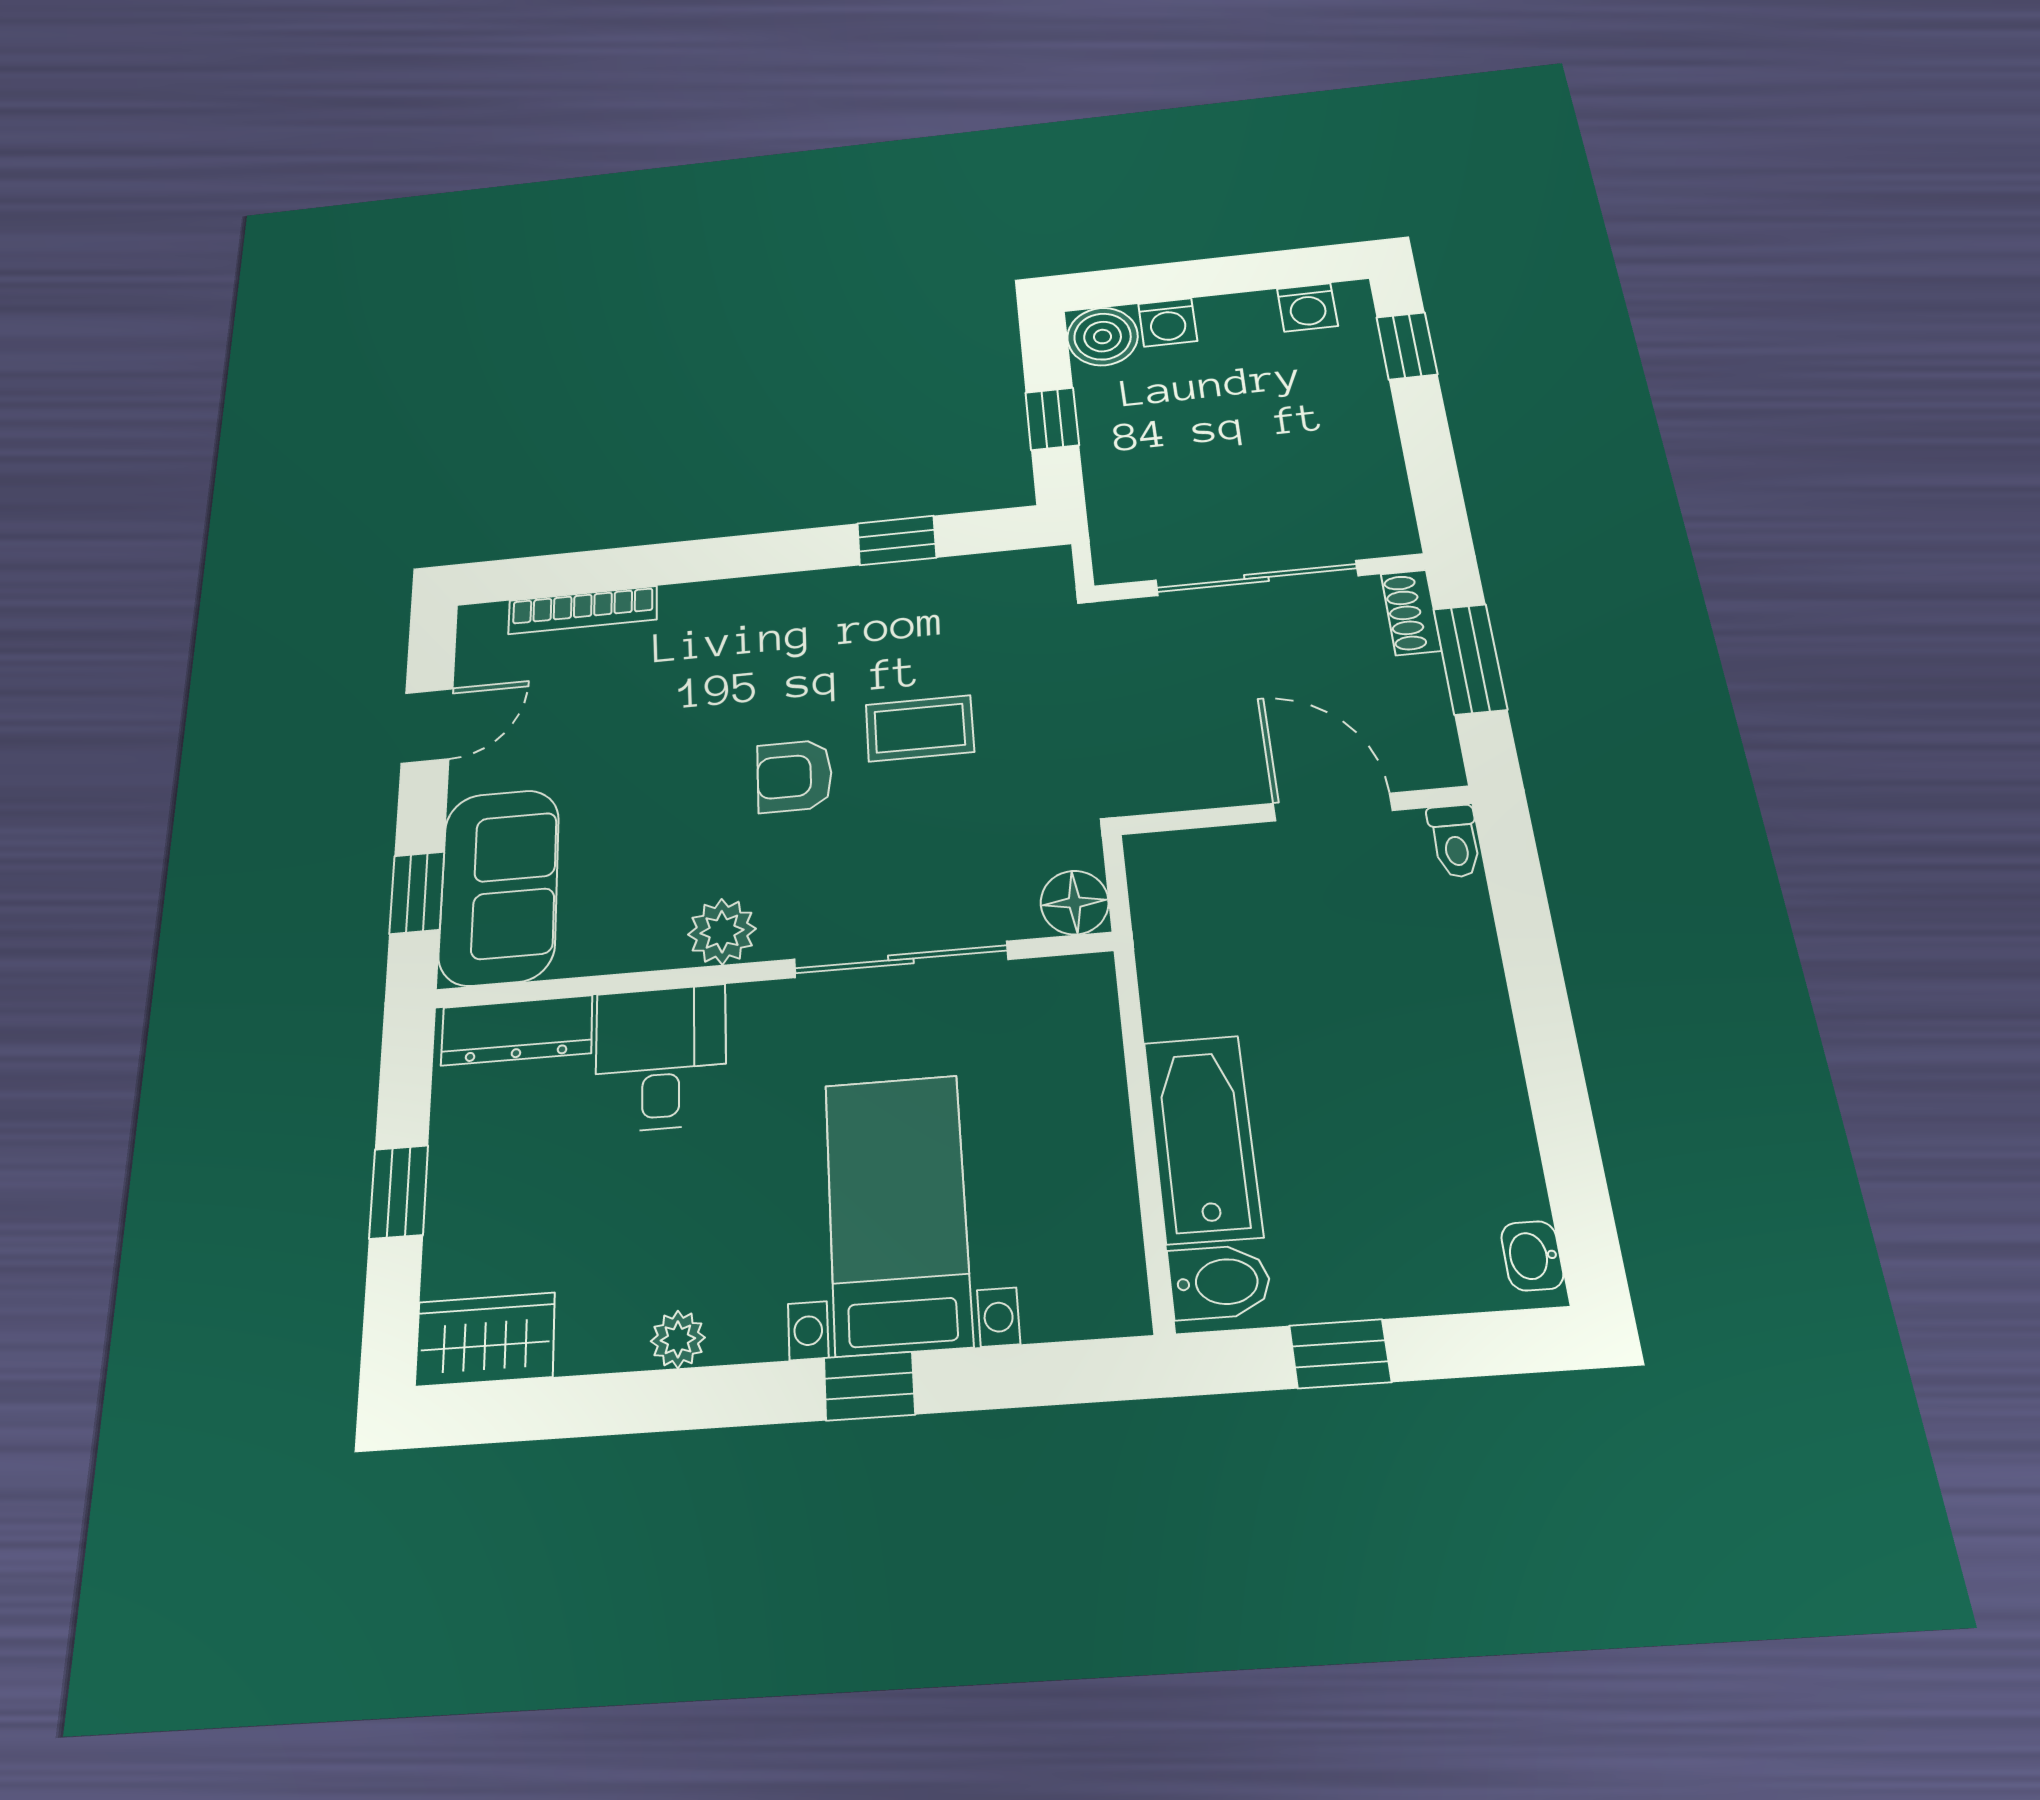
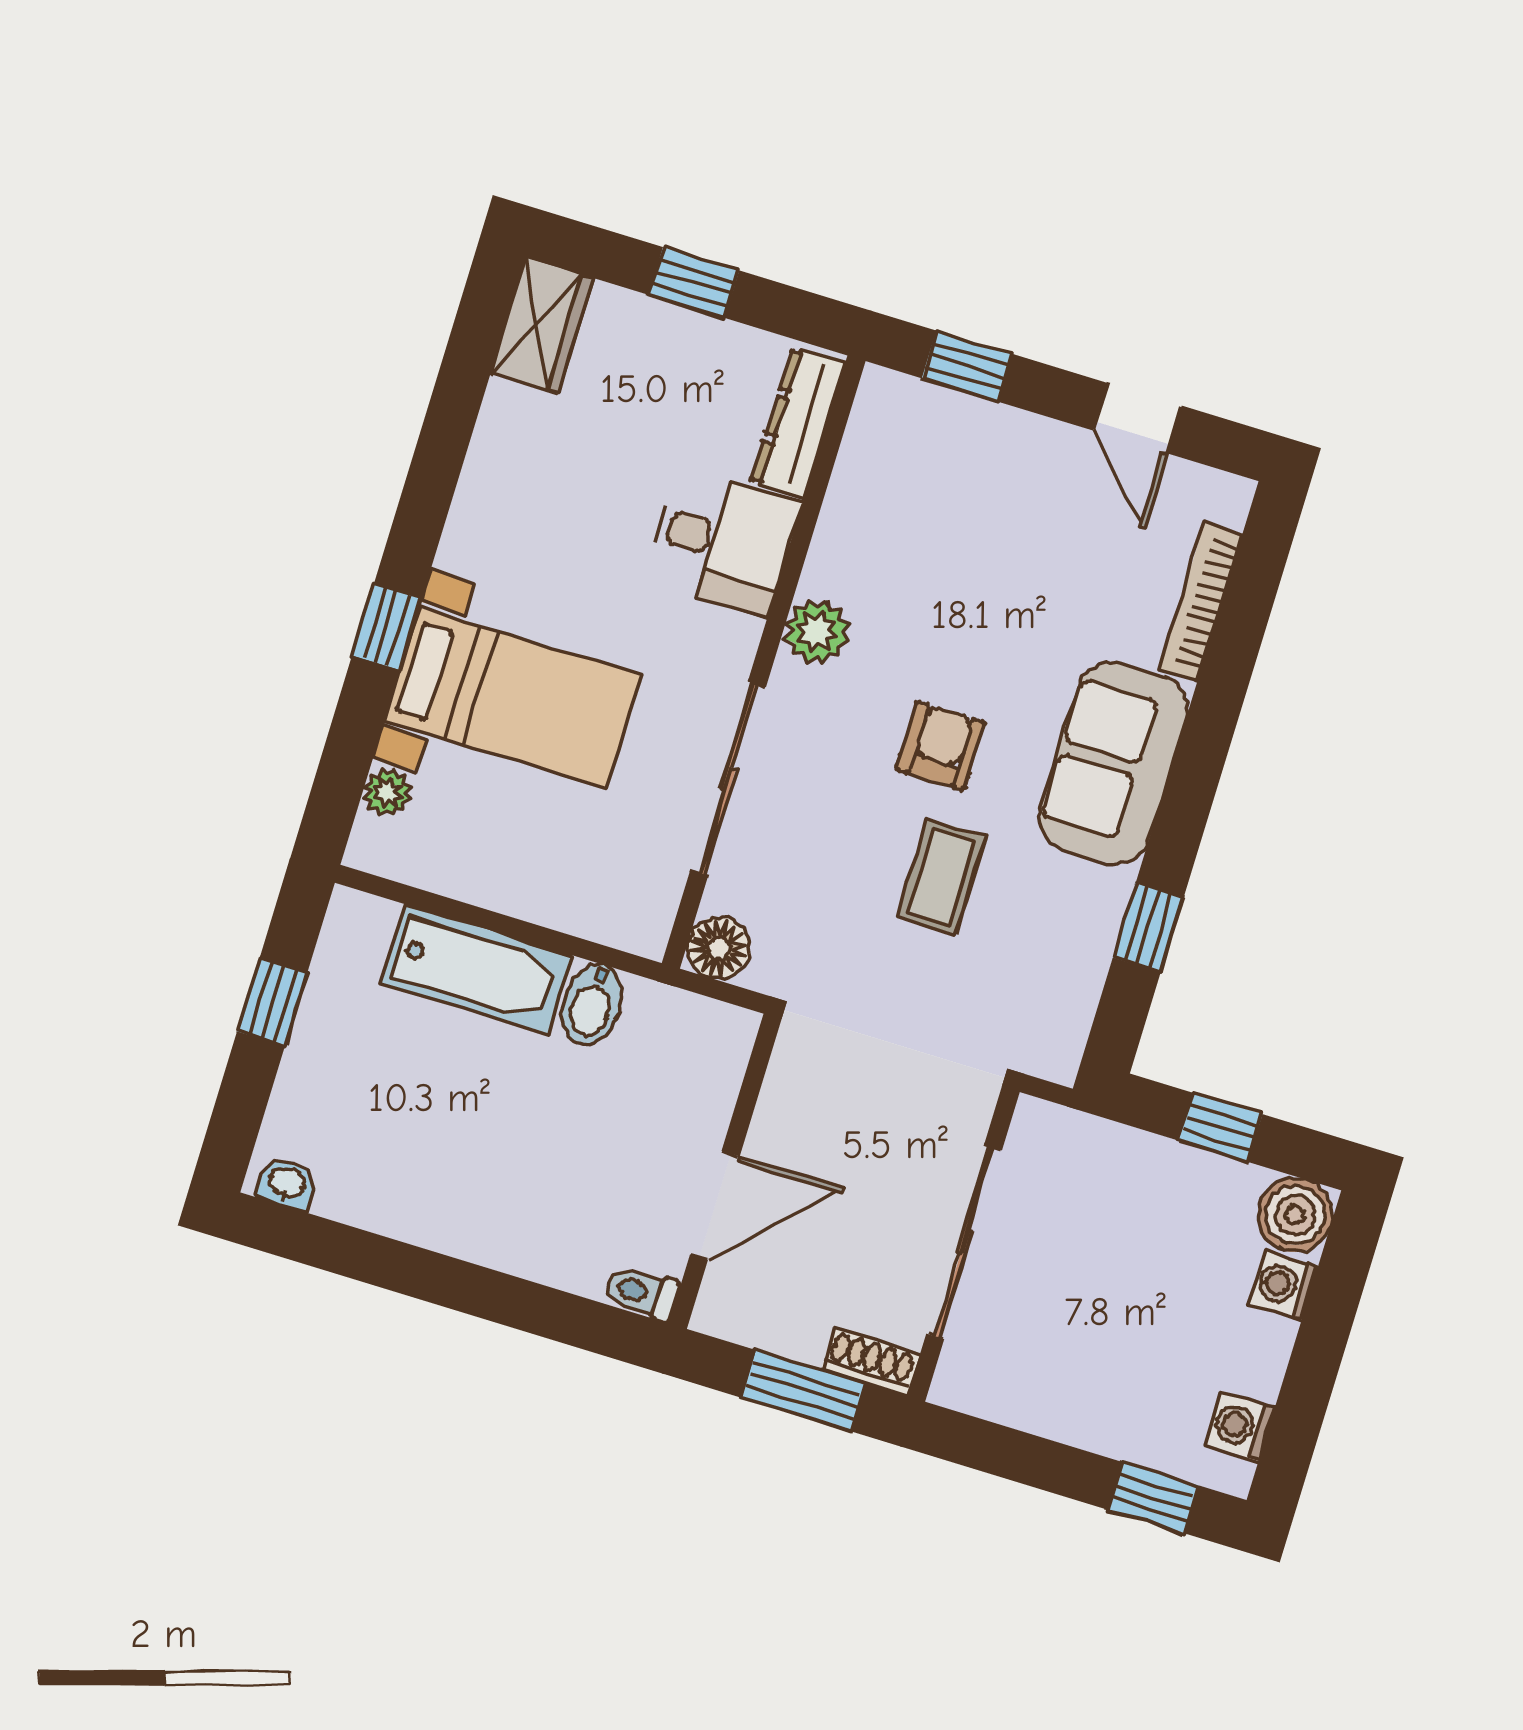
sofa: (499, 886) -> (1114, 763), moved, turned 90
bidet: (1220, 1282) -> (592, 1005), moved
plant: (678, 1339) -> (387, 792), moved

